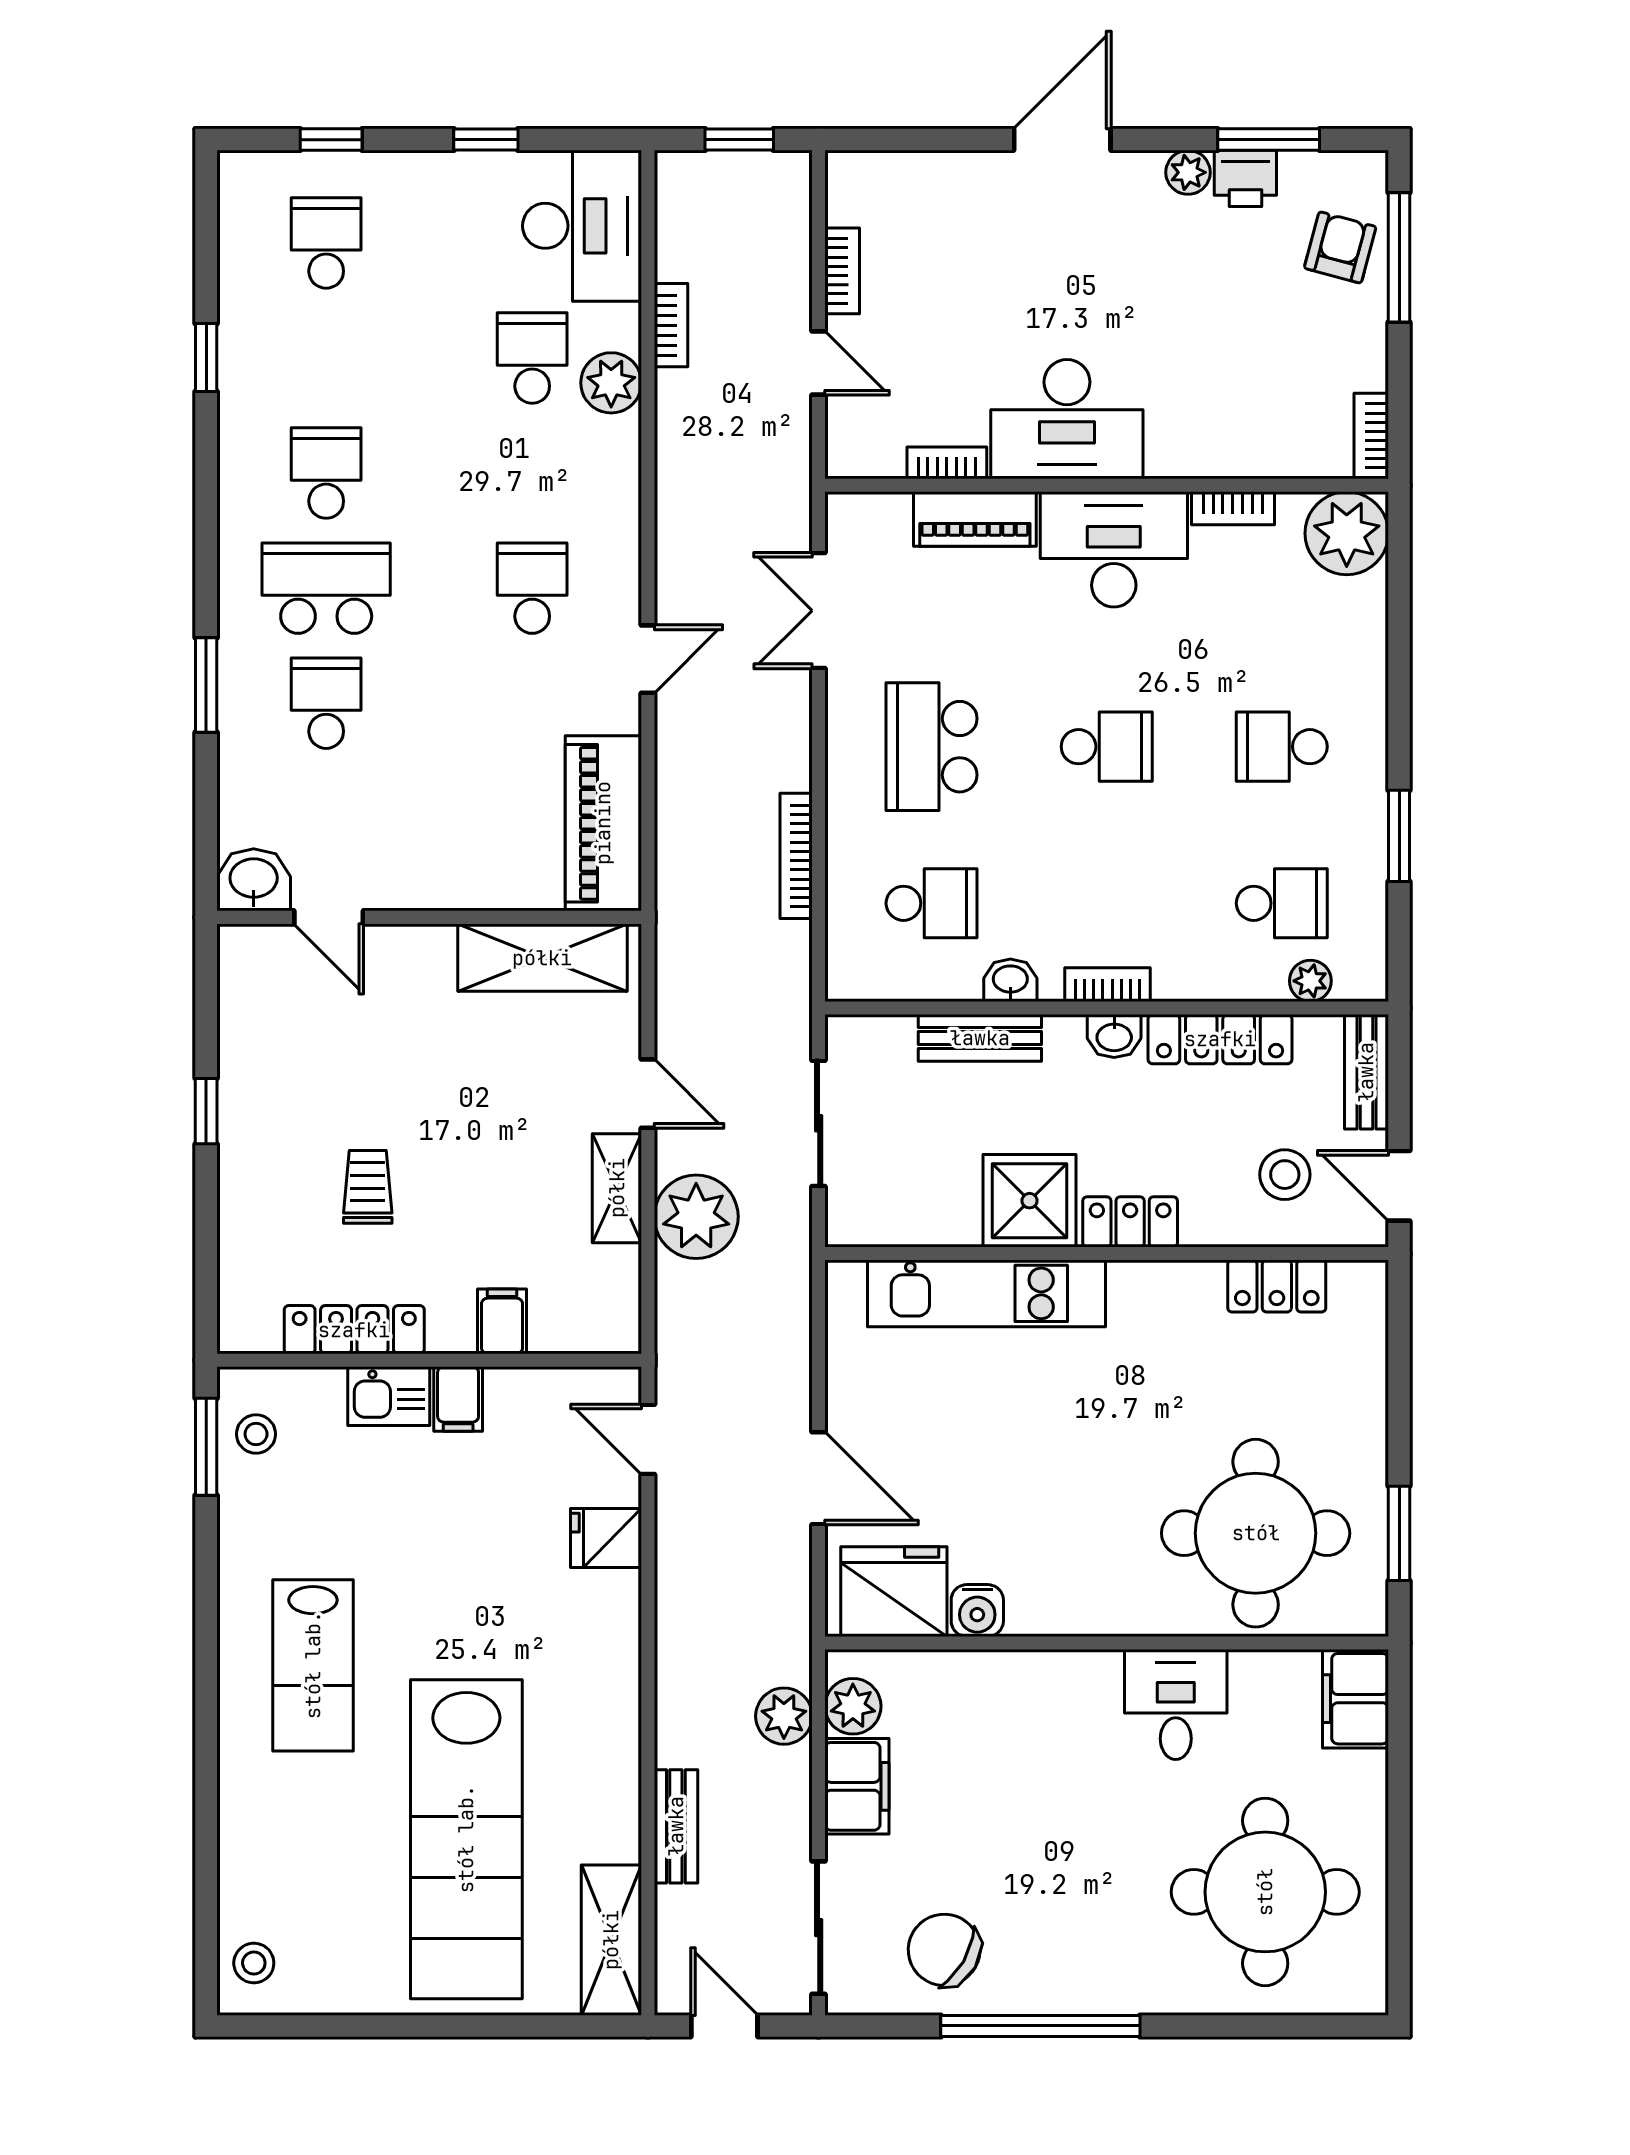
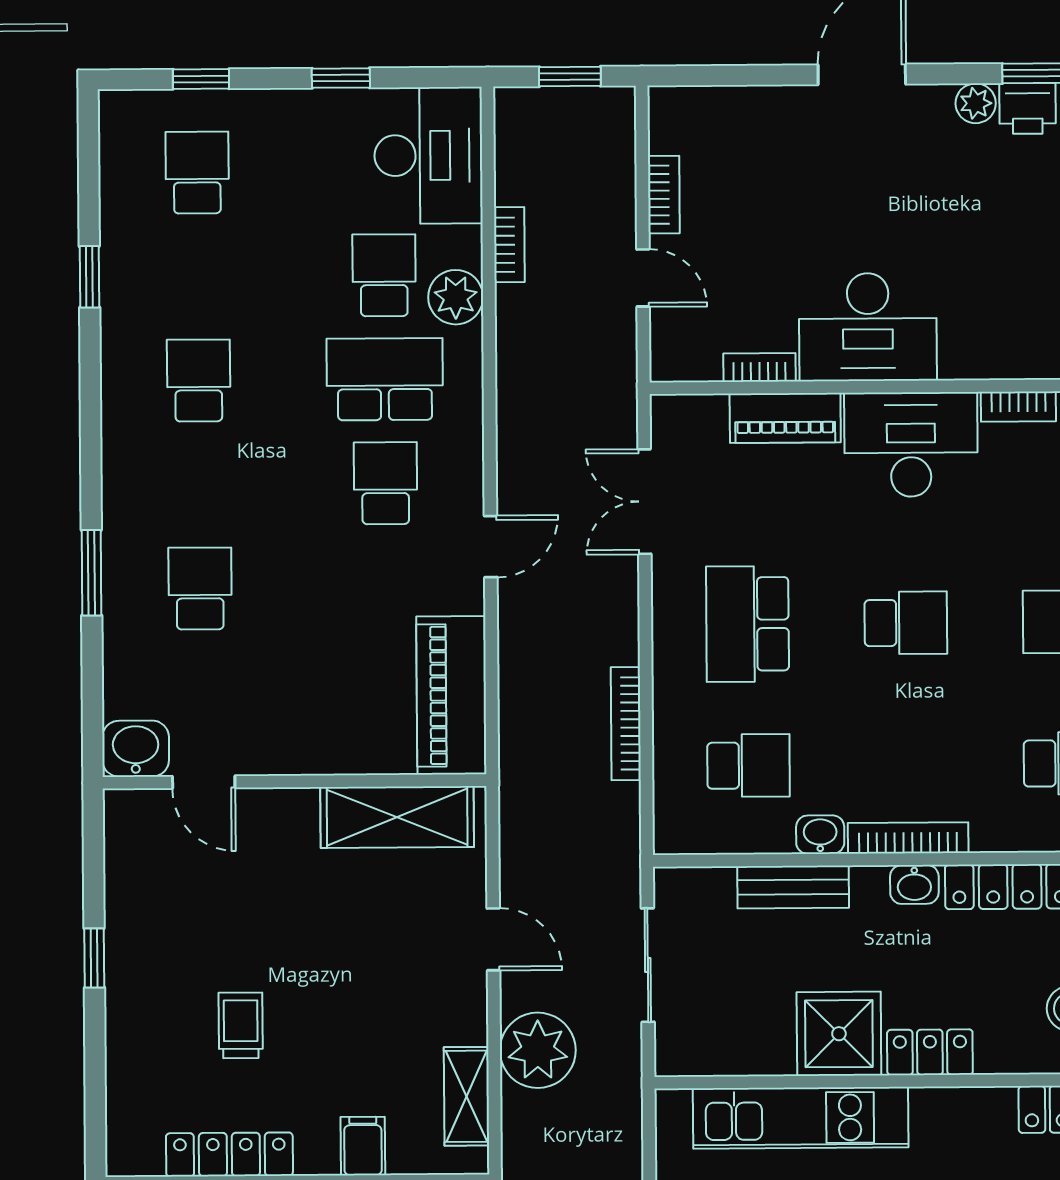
school desk: (326, 588) -> (385, 379), moved
bookcase: (1108, 985) -> (908, 838), width x1.56
shelving: (617, 1188) -> (466, 1096), moved

